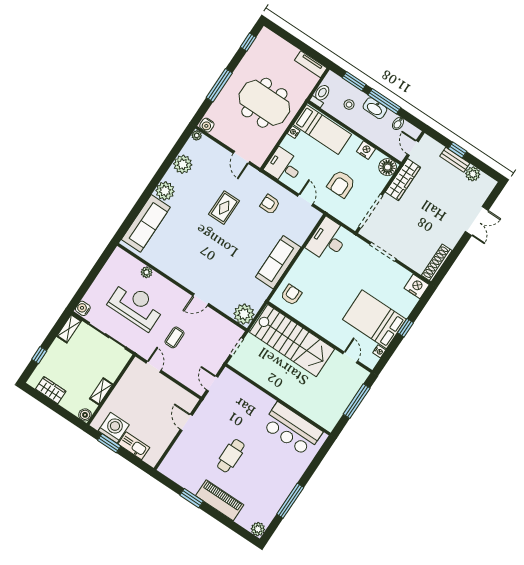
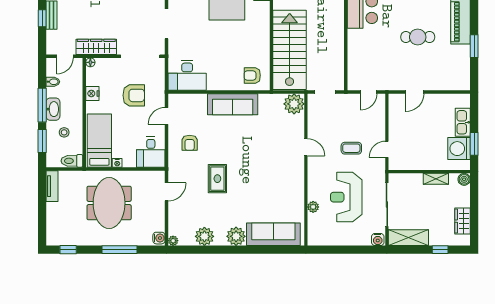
floor lamp: (388, 167) -> (90, 62), width x0.53, depth x0.53
rug: (224, 208) -> (217, 179), turned 90
shelving: (69, 329) -> (408, 238), width x1.50, depth x1.33

